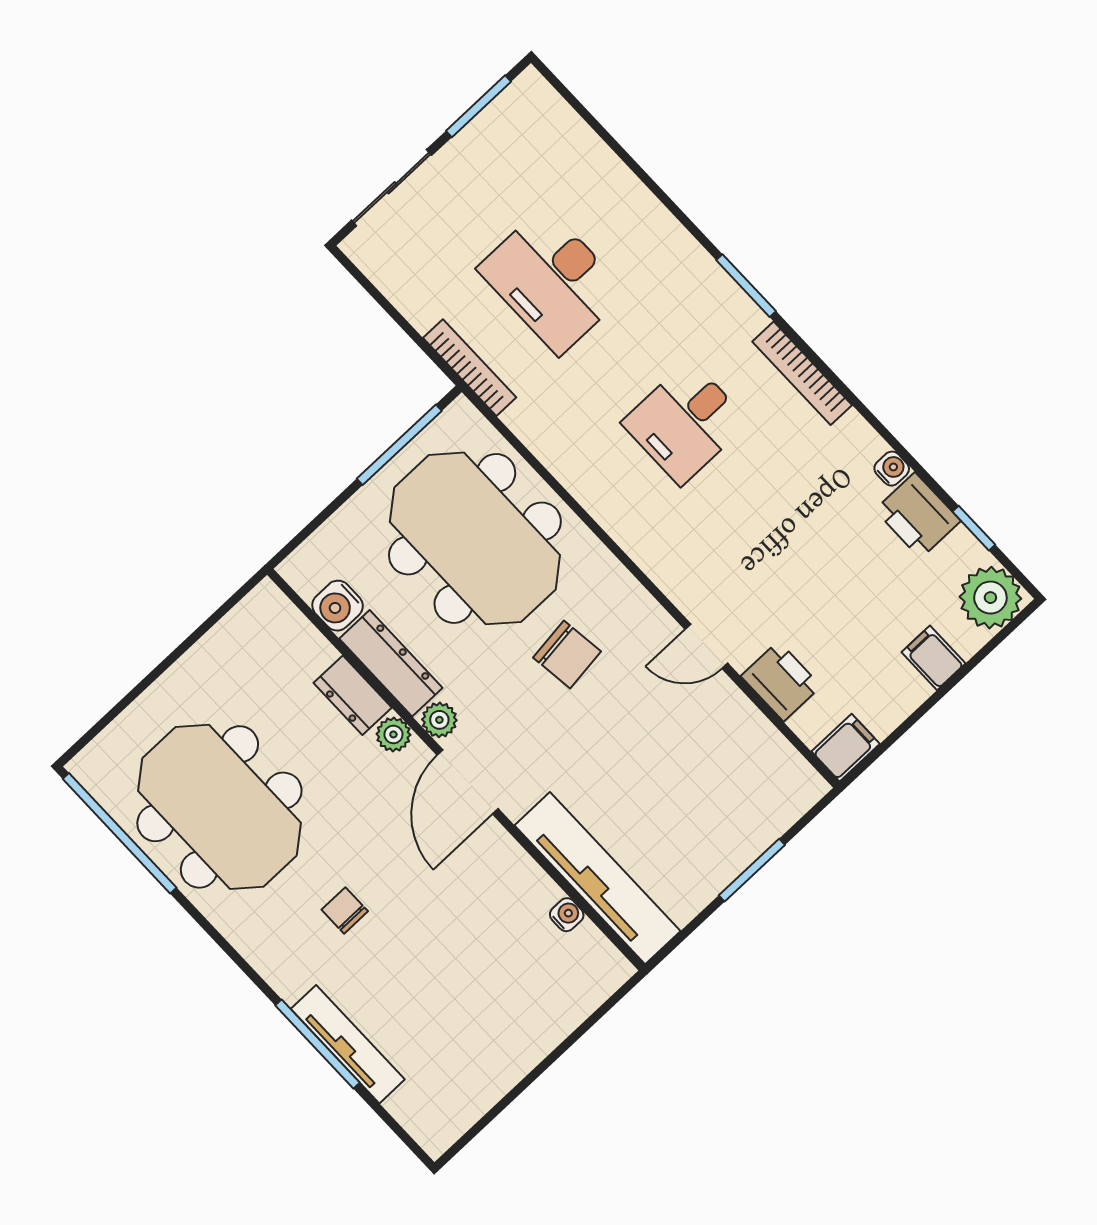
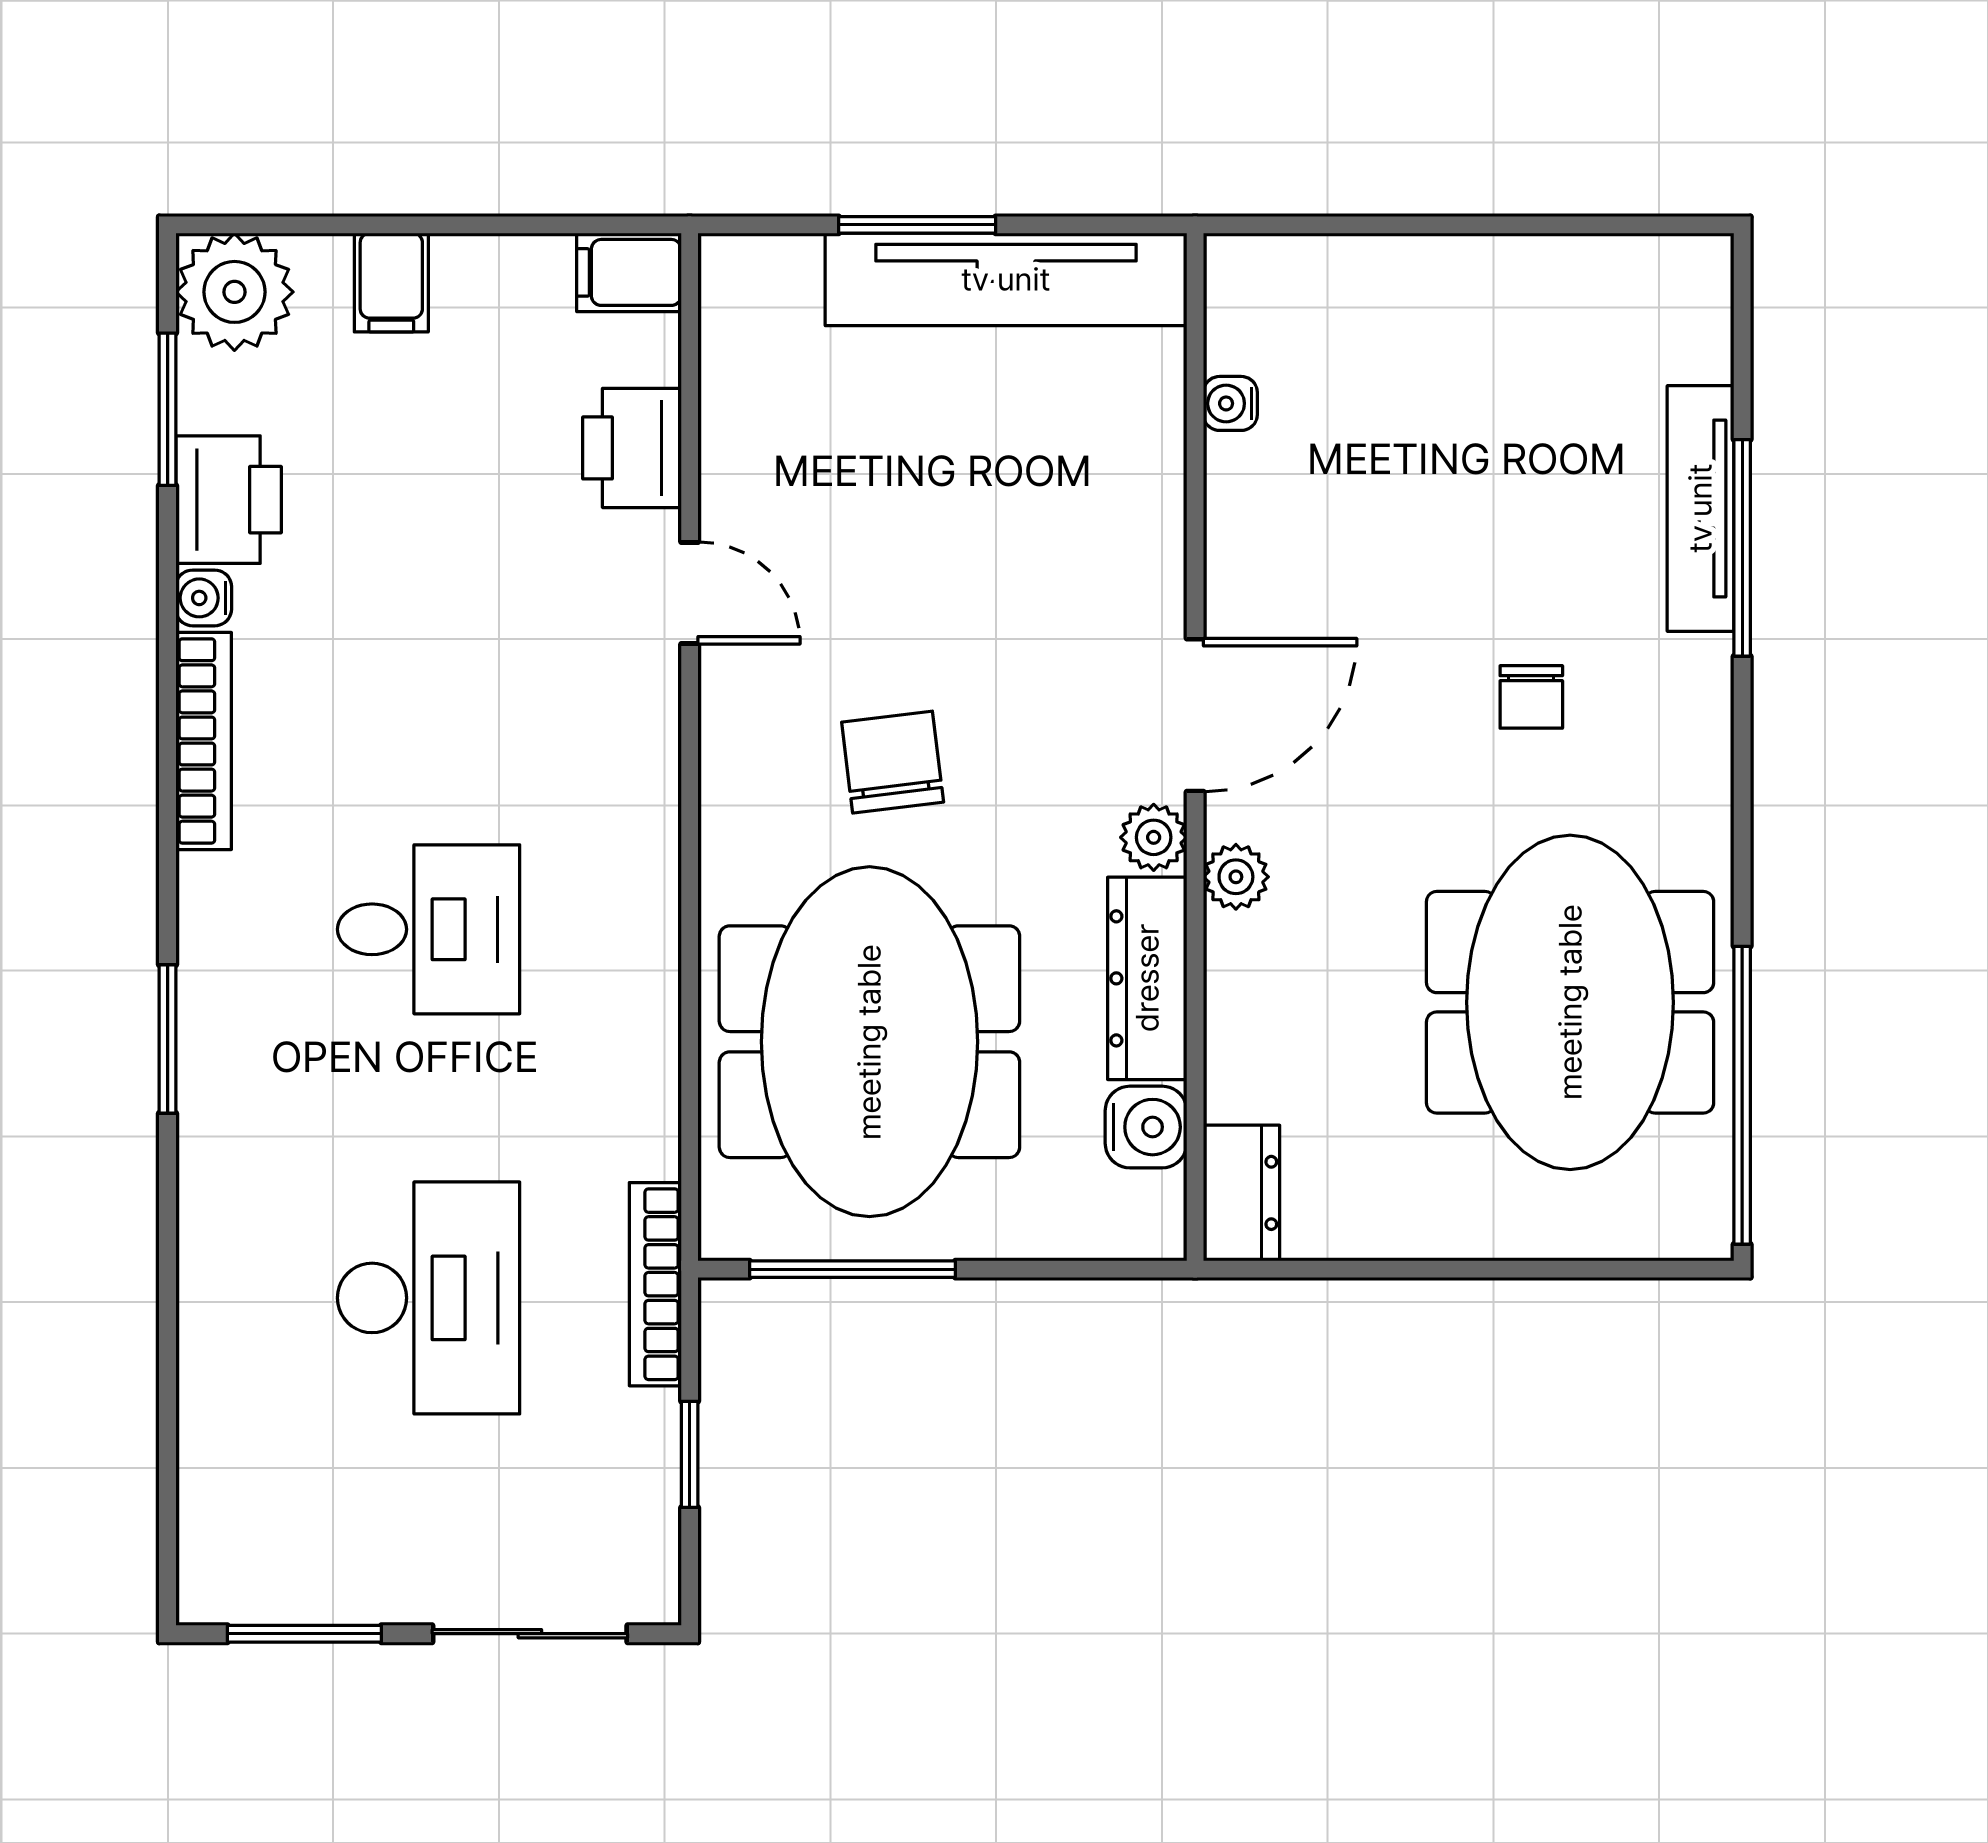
window: (395, 315) -> (690, 1454), added
bookcase: (802, 373) -> (204, 741), moved
window: (974, 528) -> (168, 409), width x1.50
dresser: (353, 695) -> (1242, 1193), moved
tv unit: (597, 878) -> (1006, 279), moved, turned -90

